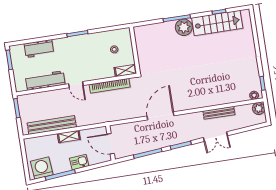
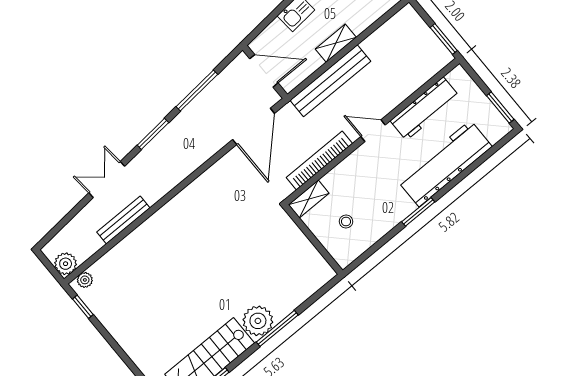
workbench: (39, 49) -> (445, 164), width x1.88, depth x1.32
door: (161, 116) -> (254, 126), moved
bench: (52, 125) -> (330, 81), moved

